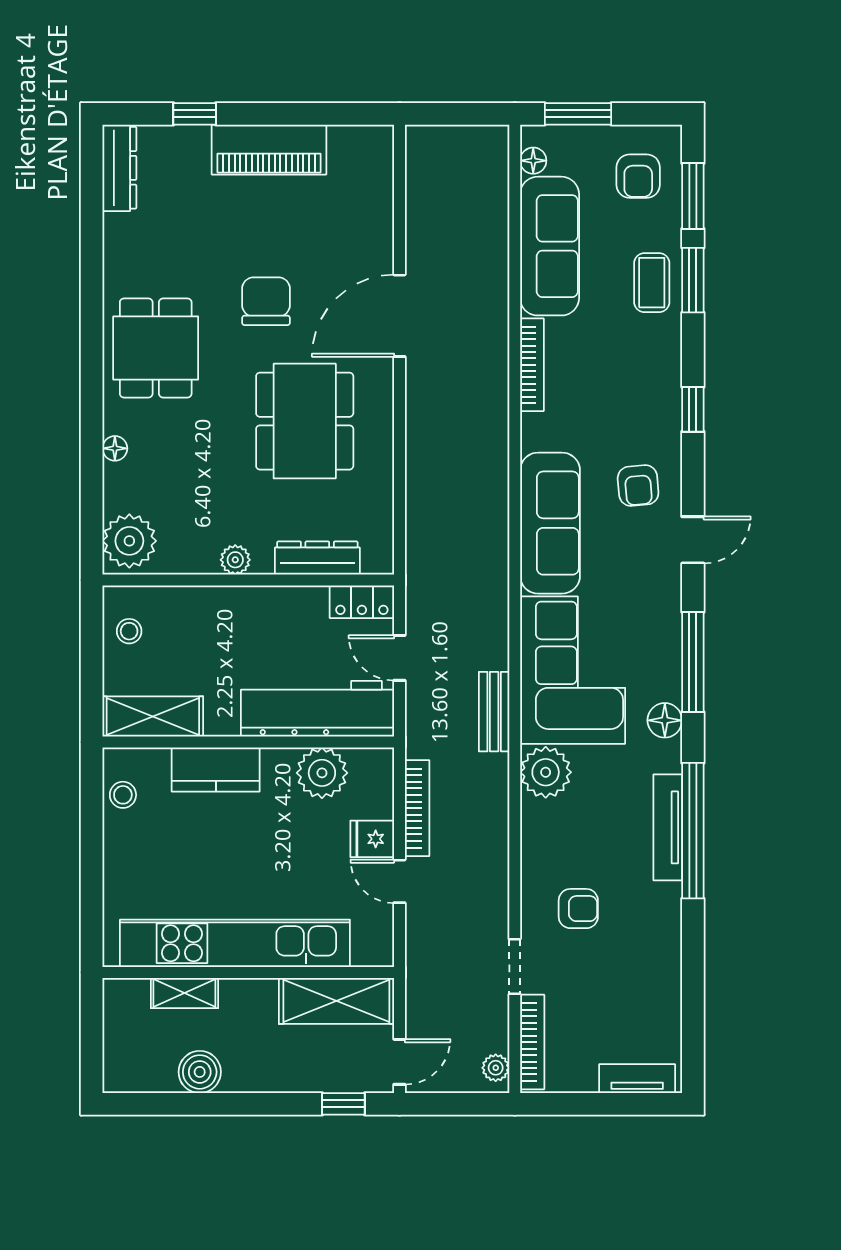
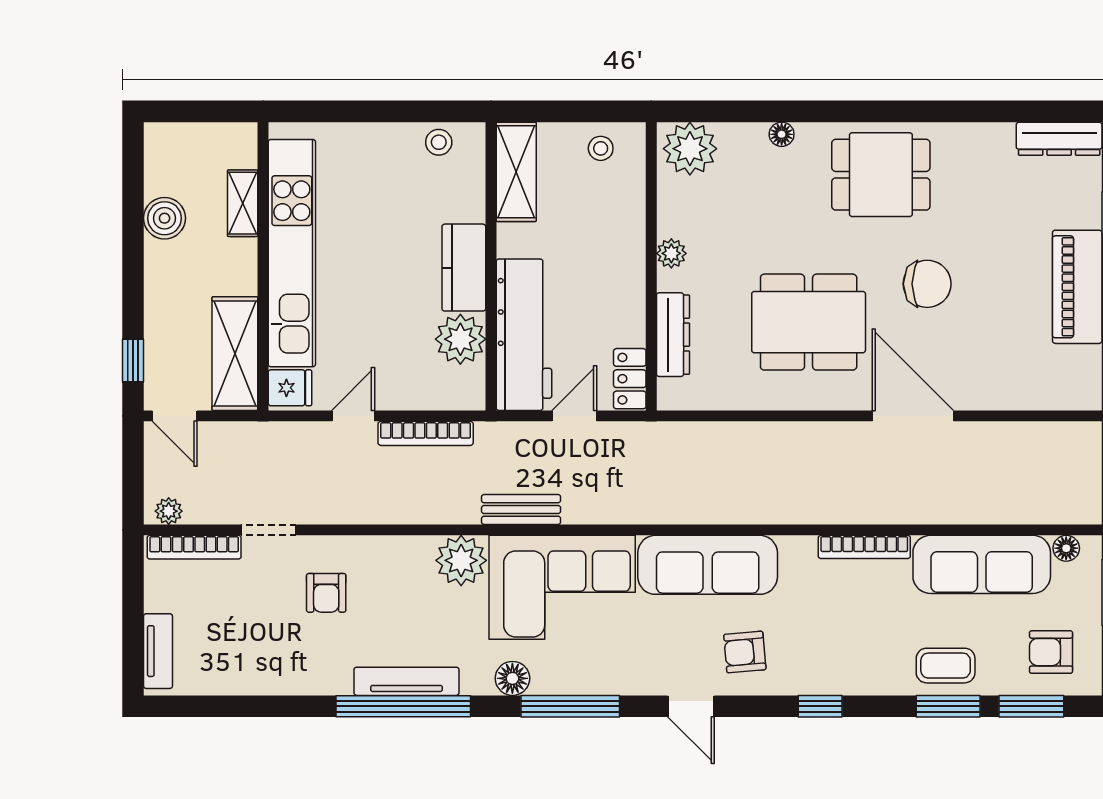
kitchen counter: (216, 769) -> (464, 268), moved
fridge: (372, 839) -> (290, 388), moved, turned 90

